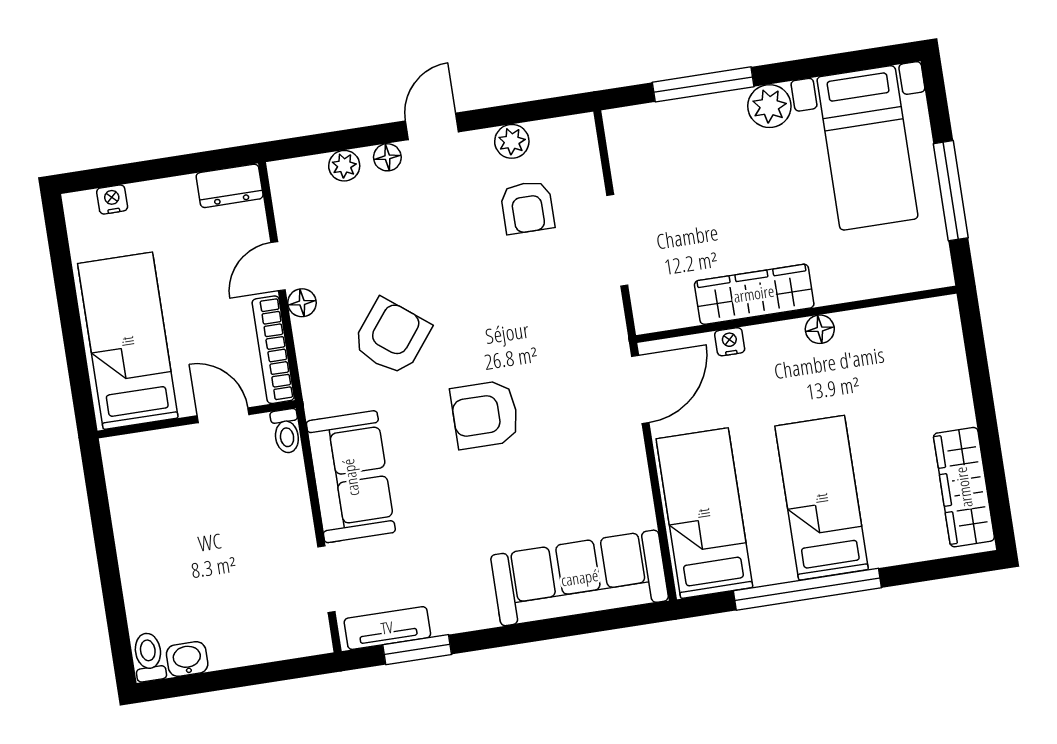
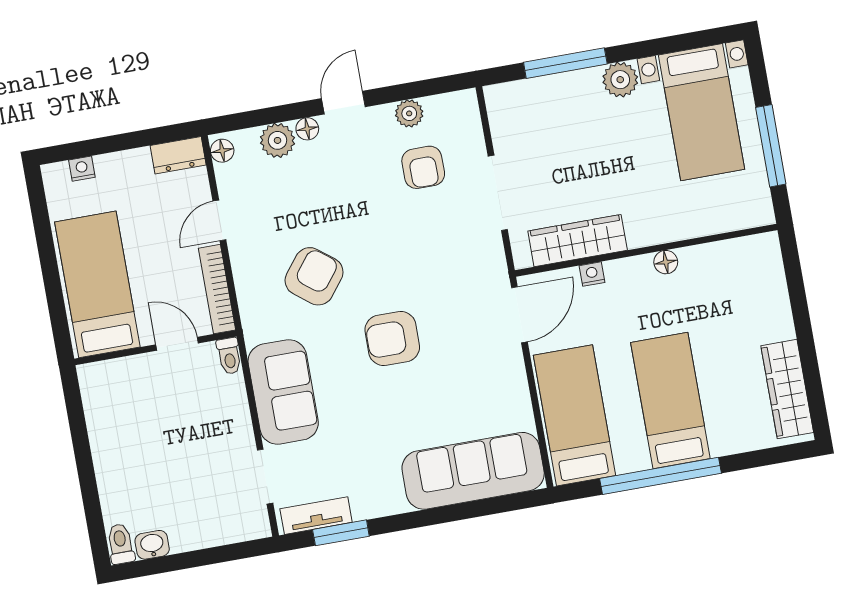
plant: (344, 166) -> (278, 140), width x1.38, depth x1.38
wardrobe: (754, 294) -> (578, 241), moved
floor lamp: (302, 303) -> (222, 151), moved

